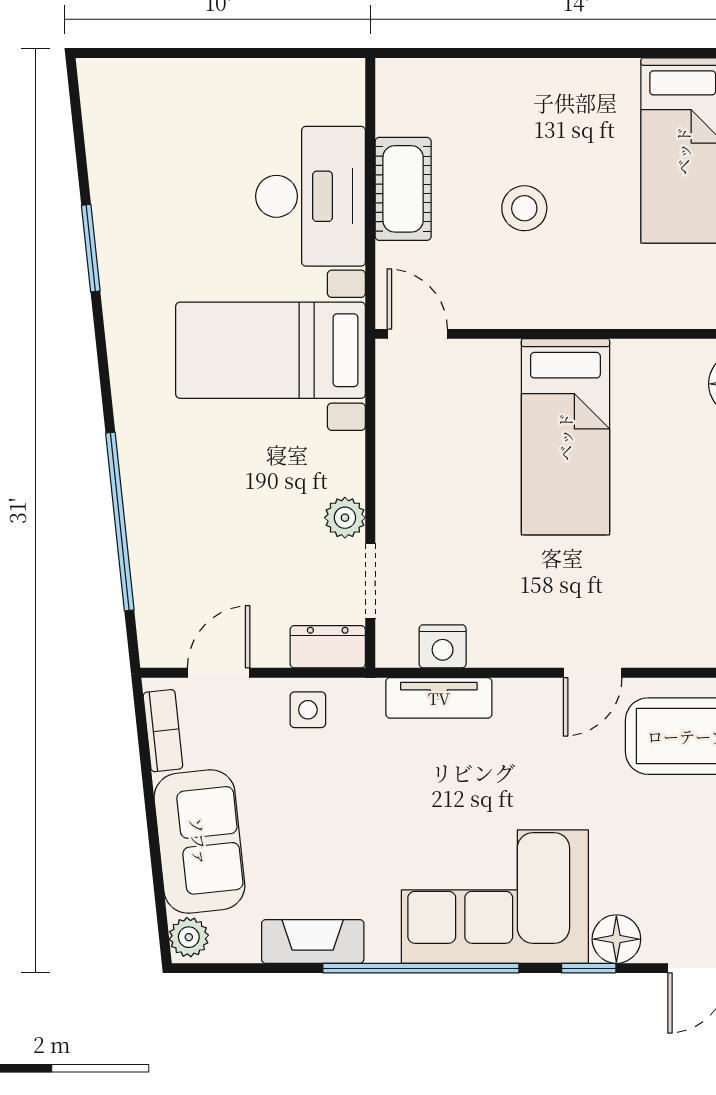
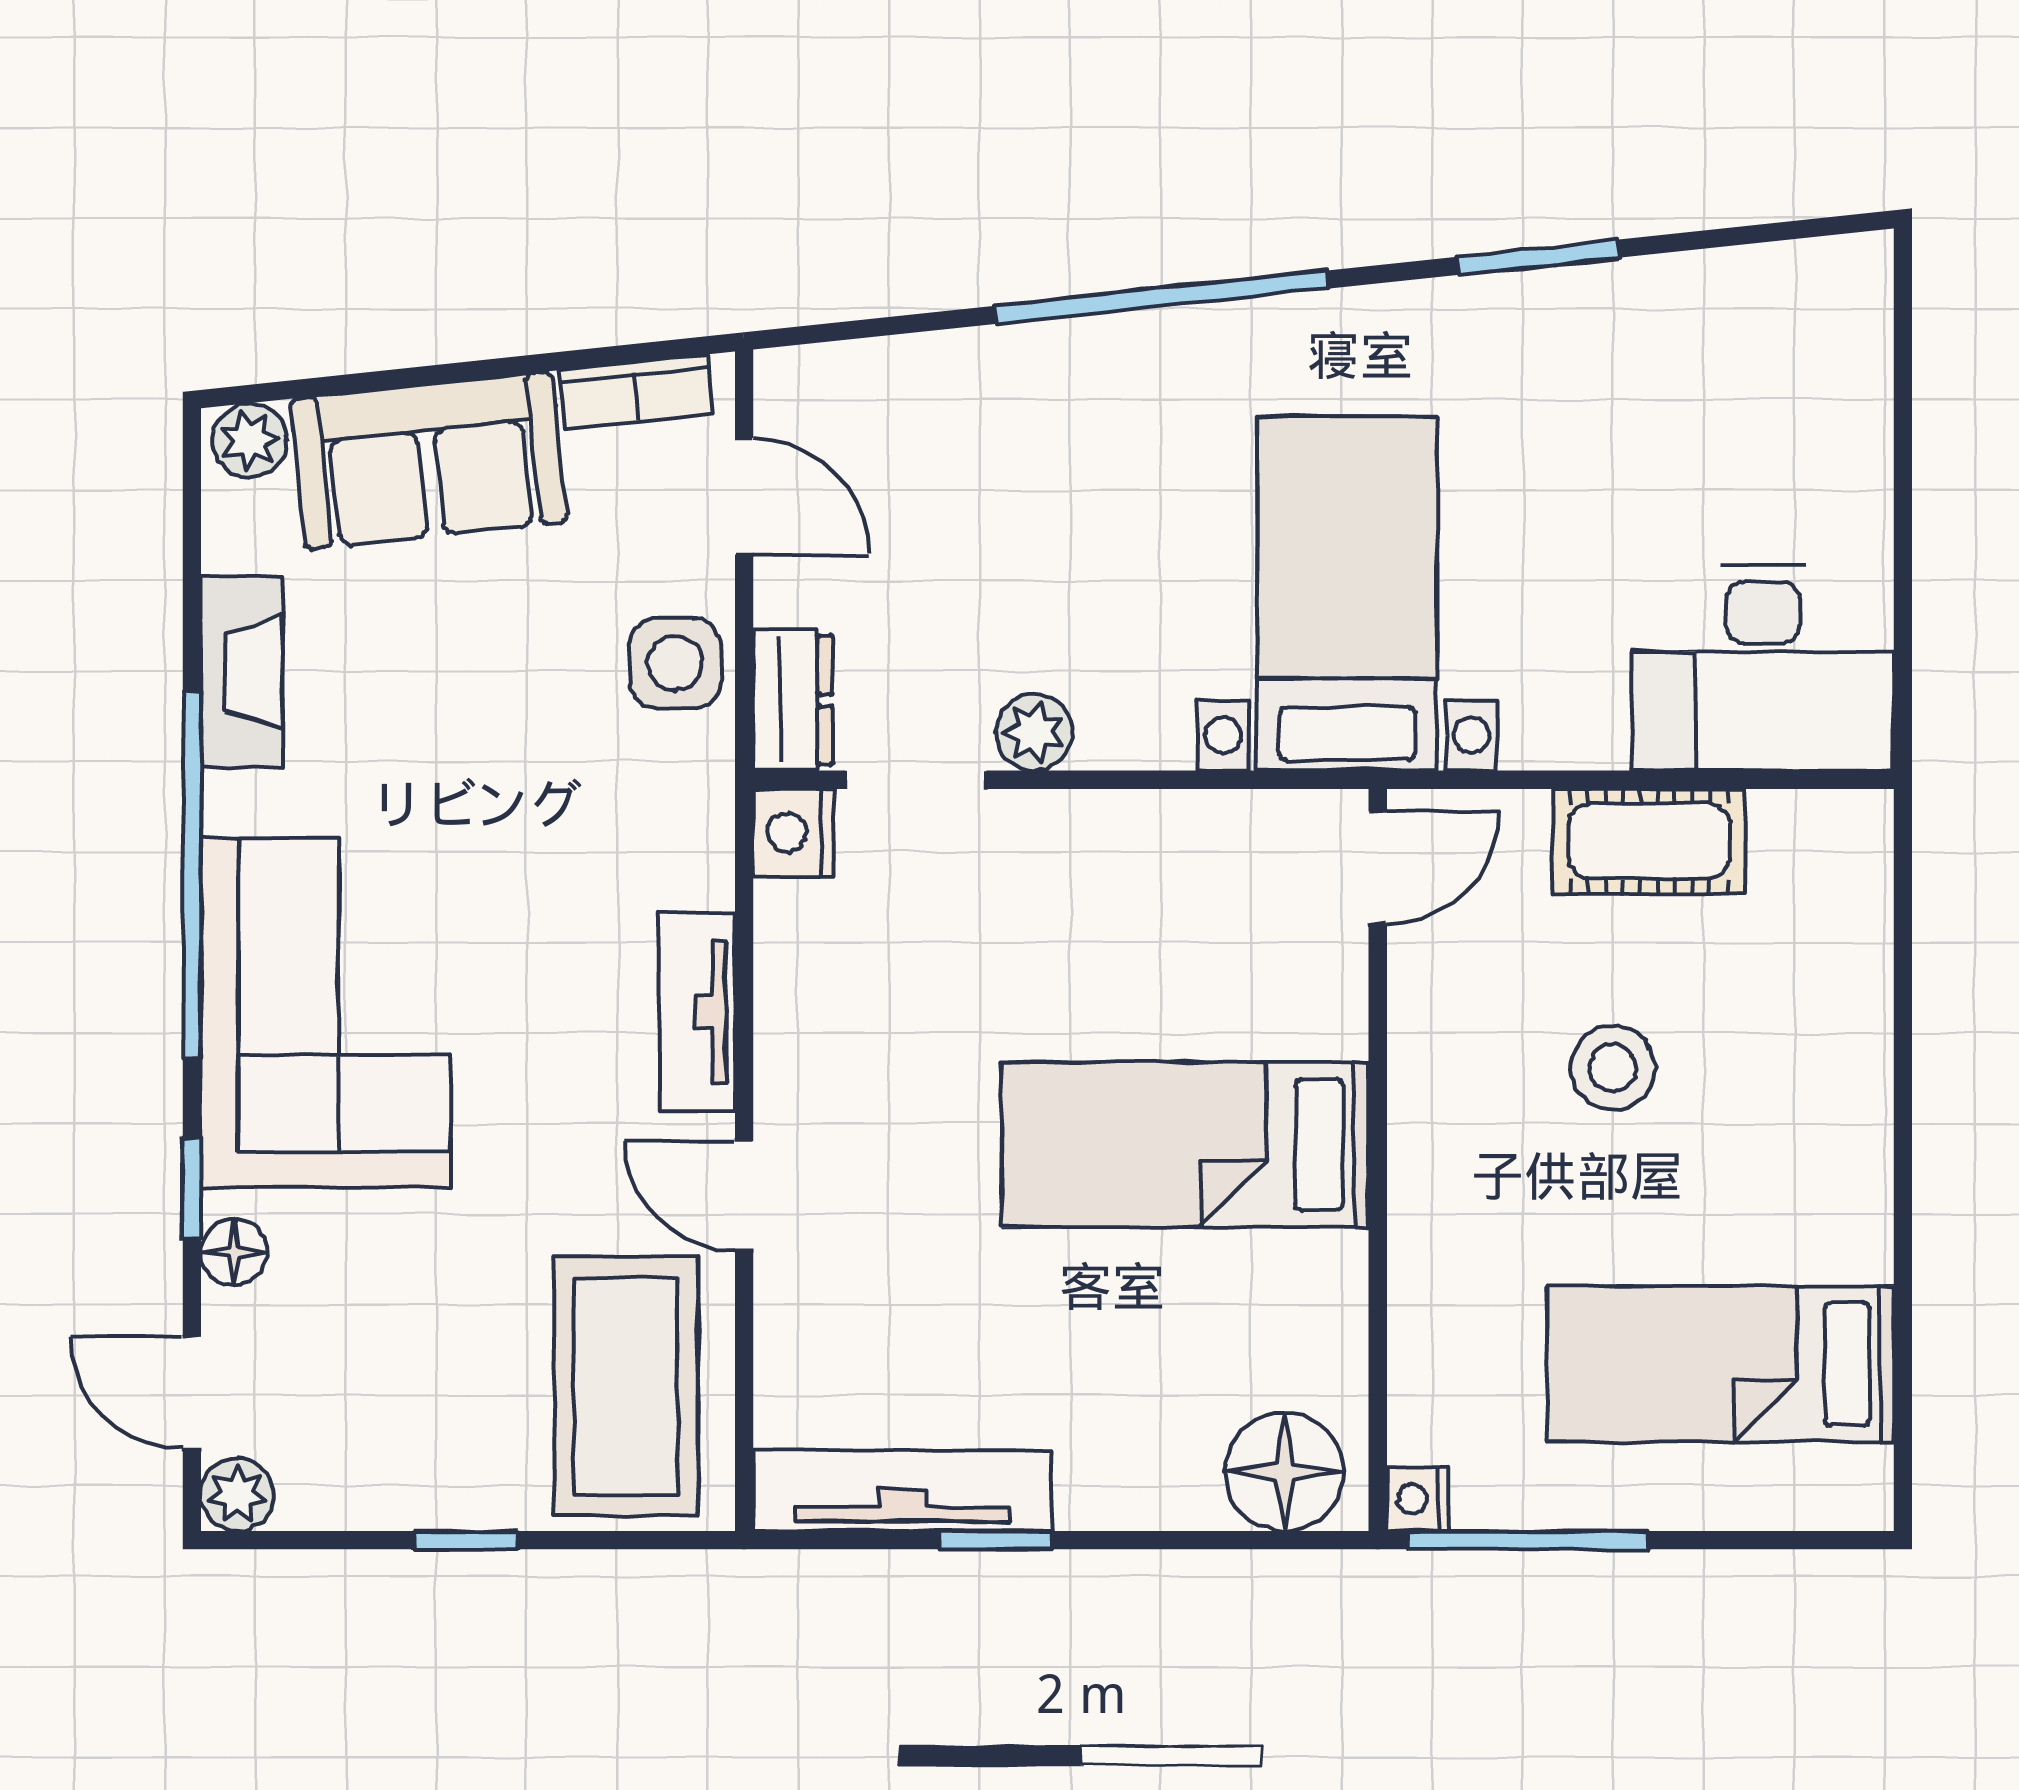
desk: (310, 196) -> (1763, 668), moved
window: (120, 522) -> (1161, 297), moved
nightstand: (443, 646) -> (793, 833), moved
tv unit: (439, 698) -> (697, 1012), moved
side table: (308, 710) -> (675, 663), width x1.37, depth x1.37
floor lamp: (616, 939) -> (234, 1252), width x0.73, depth x0.73

